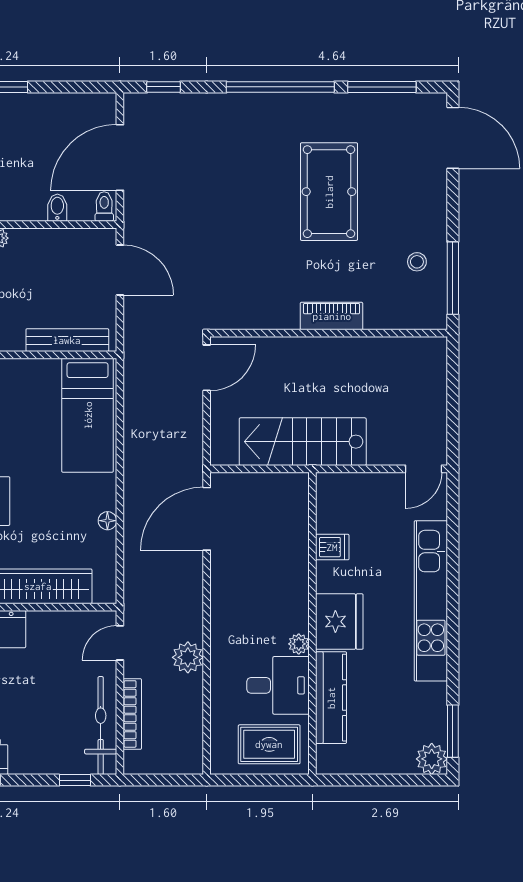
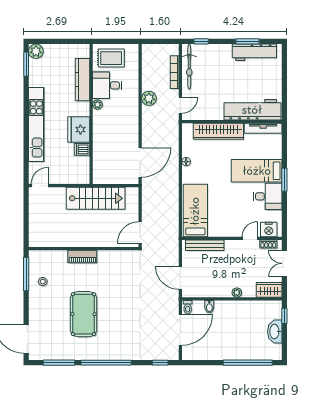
fridge: (339, 622) -> (79, 130), moved

